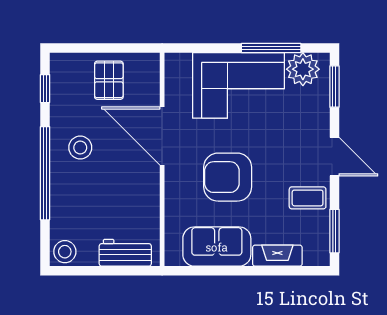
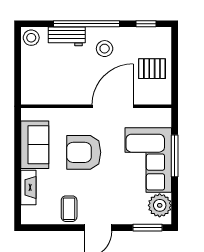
window: (271, 48) -> (175, 156), moved
armchair: (228, 177) -> (84, 152), turned -90
window: (334, 231) -> (46, 228), removed
workbench: (125, 253) -> (67, 36), moved, turned 90

